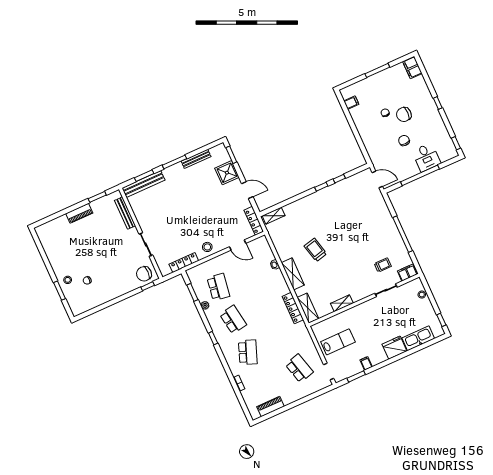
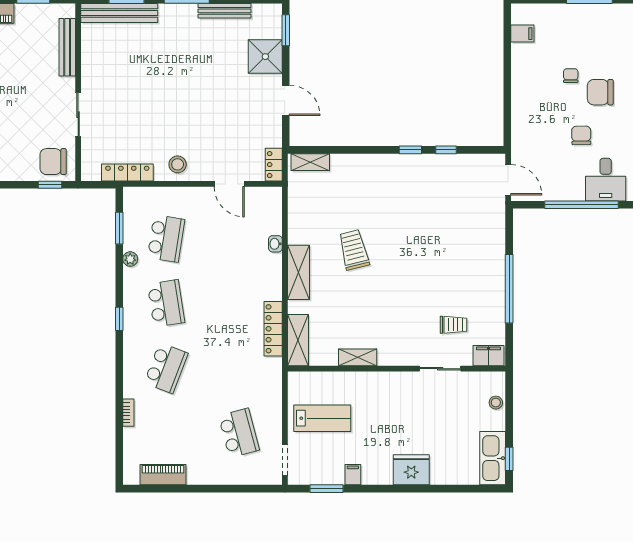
locker: (254, 221) -> (274, 165), width x0.66
kitchen sink: (418, 338) -> (493, 458), moved, turned -90

